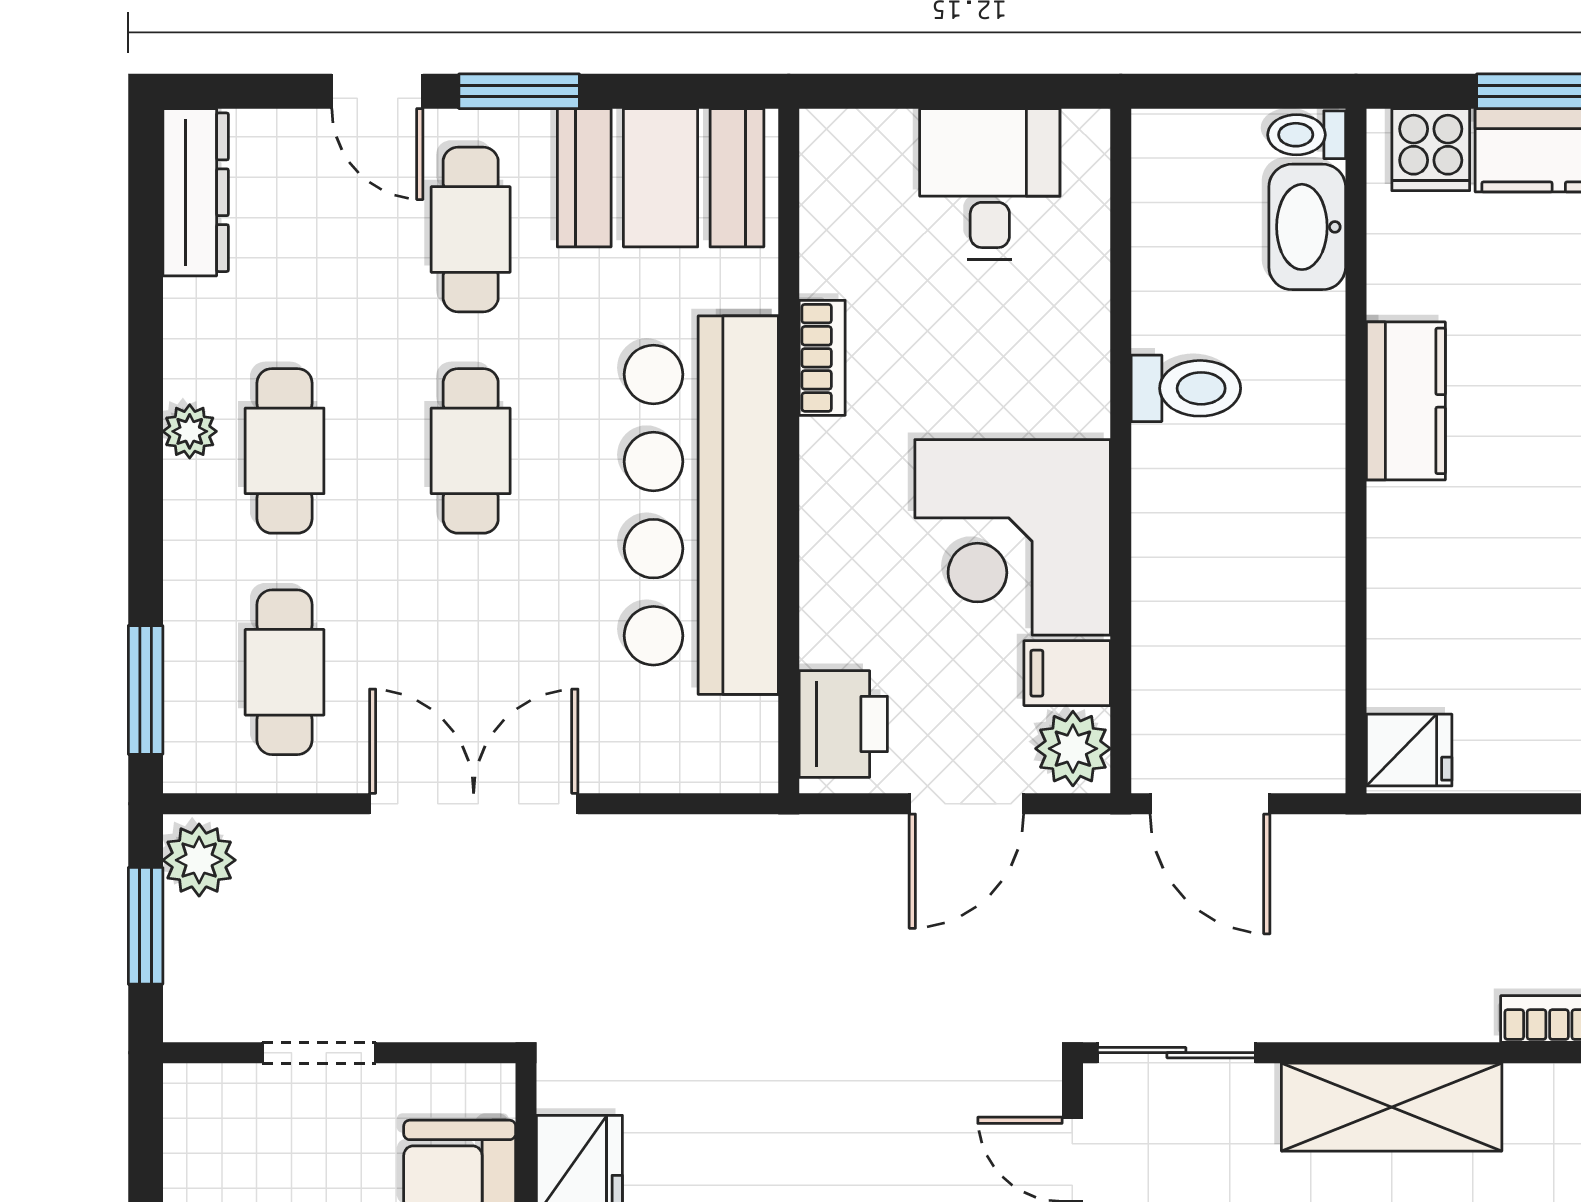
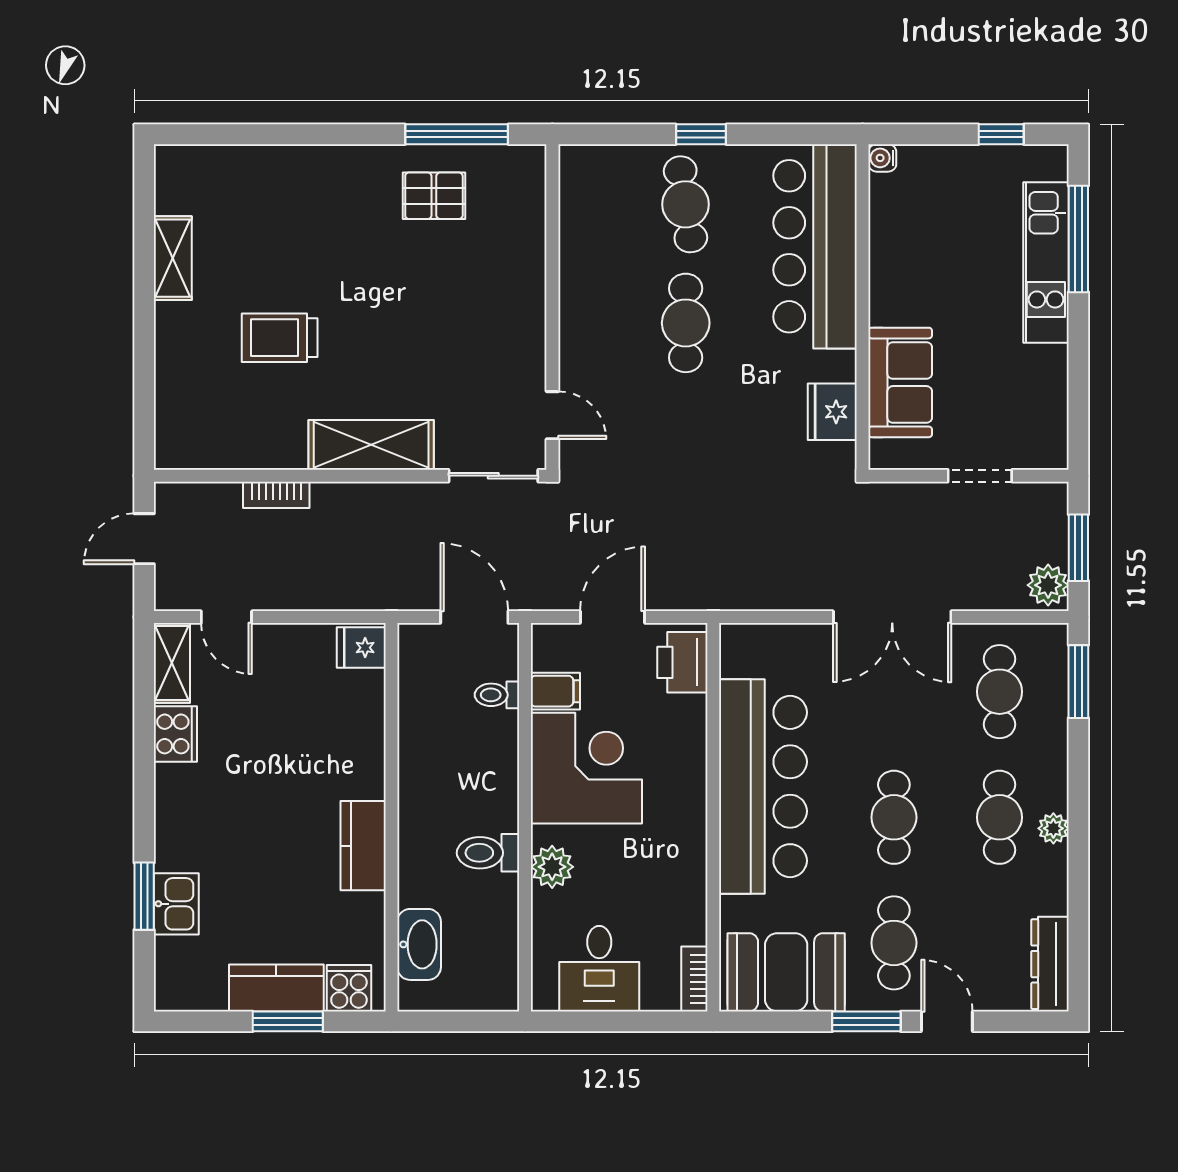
toilet: (1307, 135) -> (497, 695), moved, turned 180
bookcase: (822, 358) -> (694, 979), moved
plant: (1073, 749) -> (552, 867), moved

